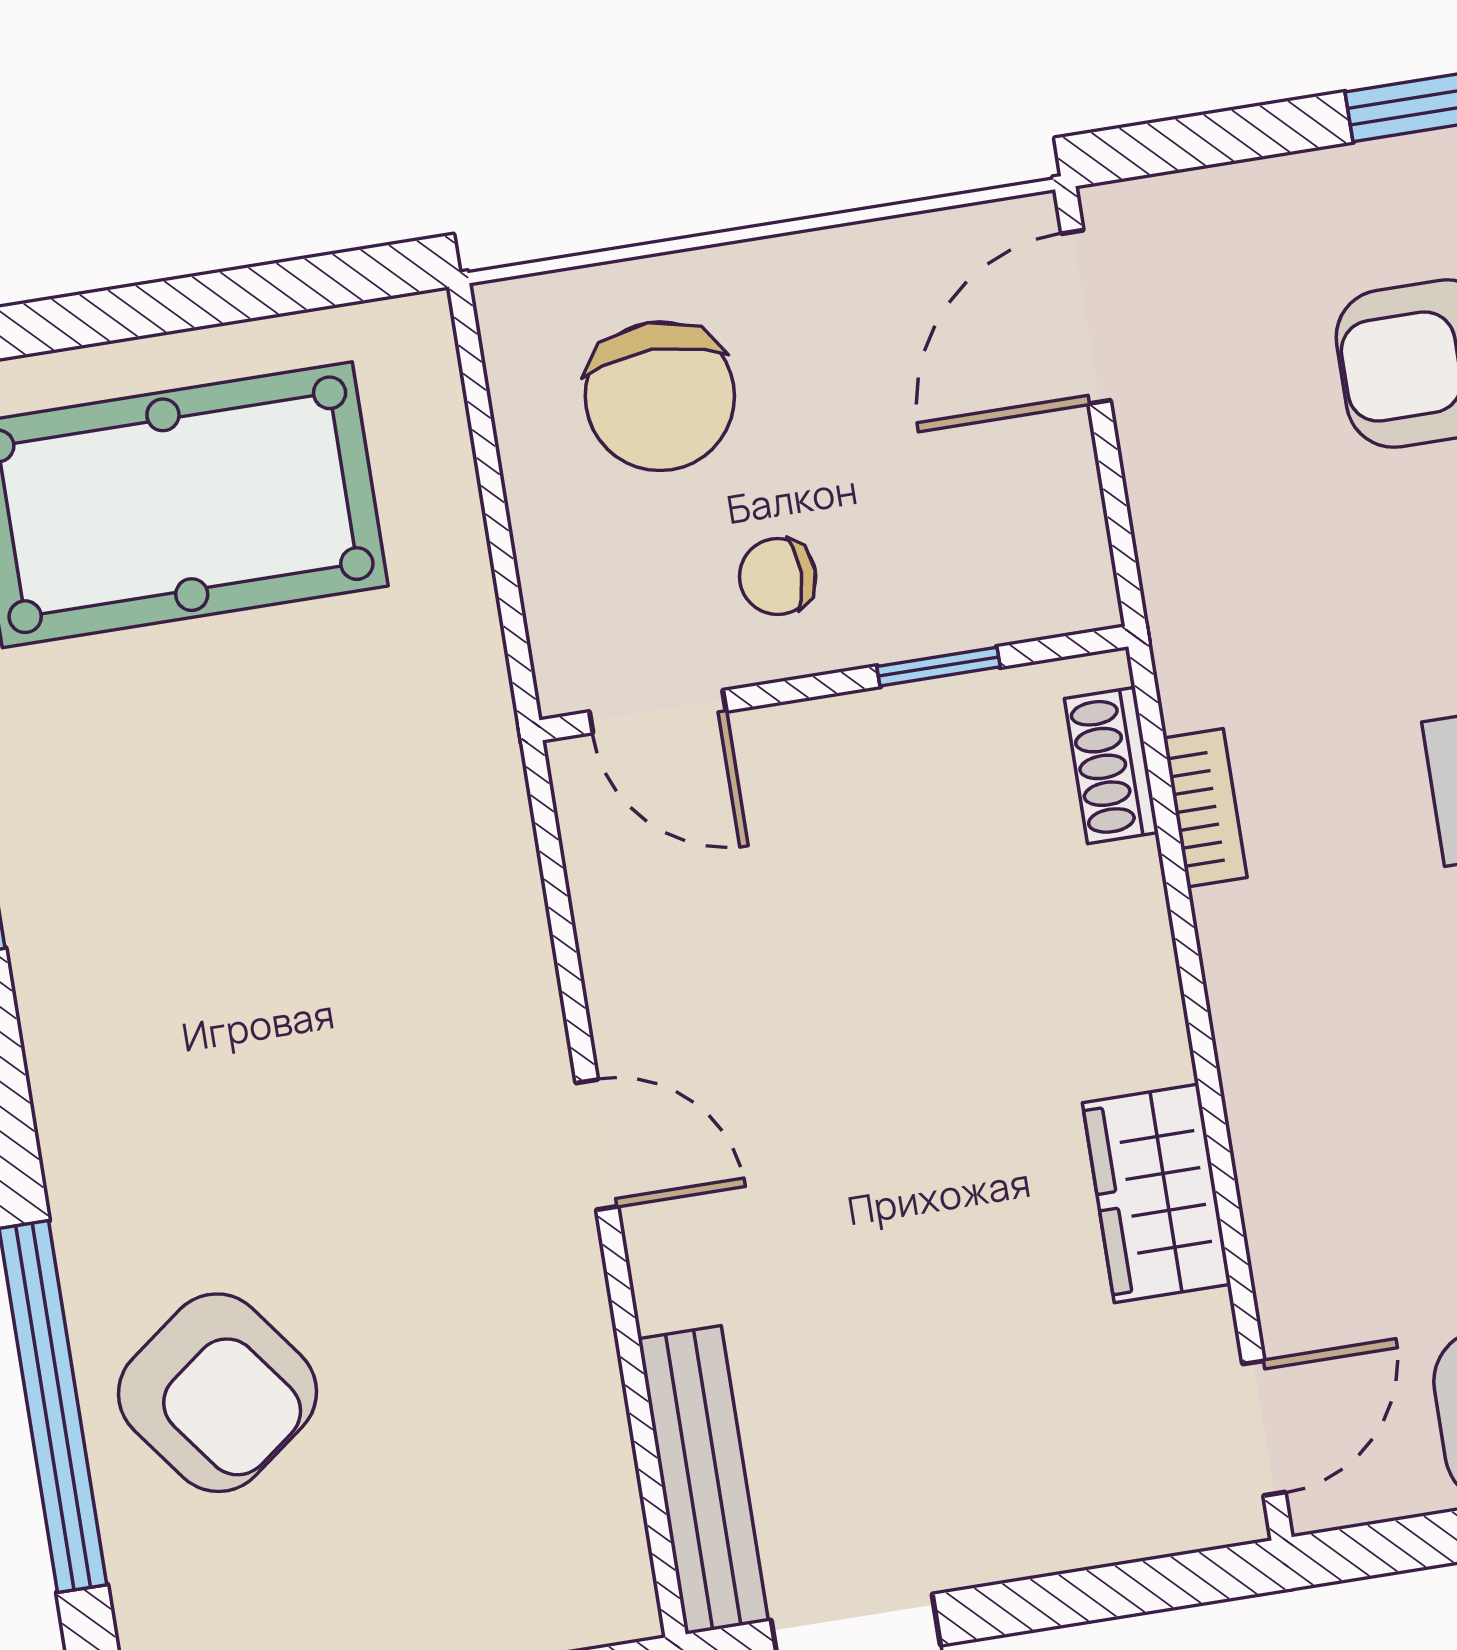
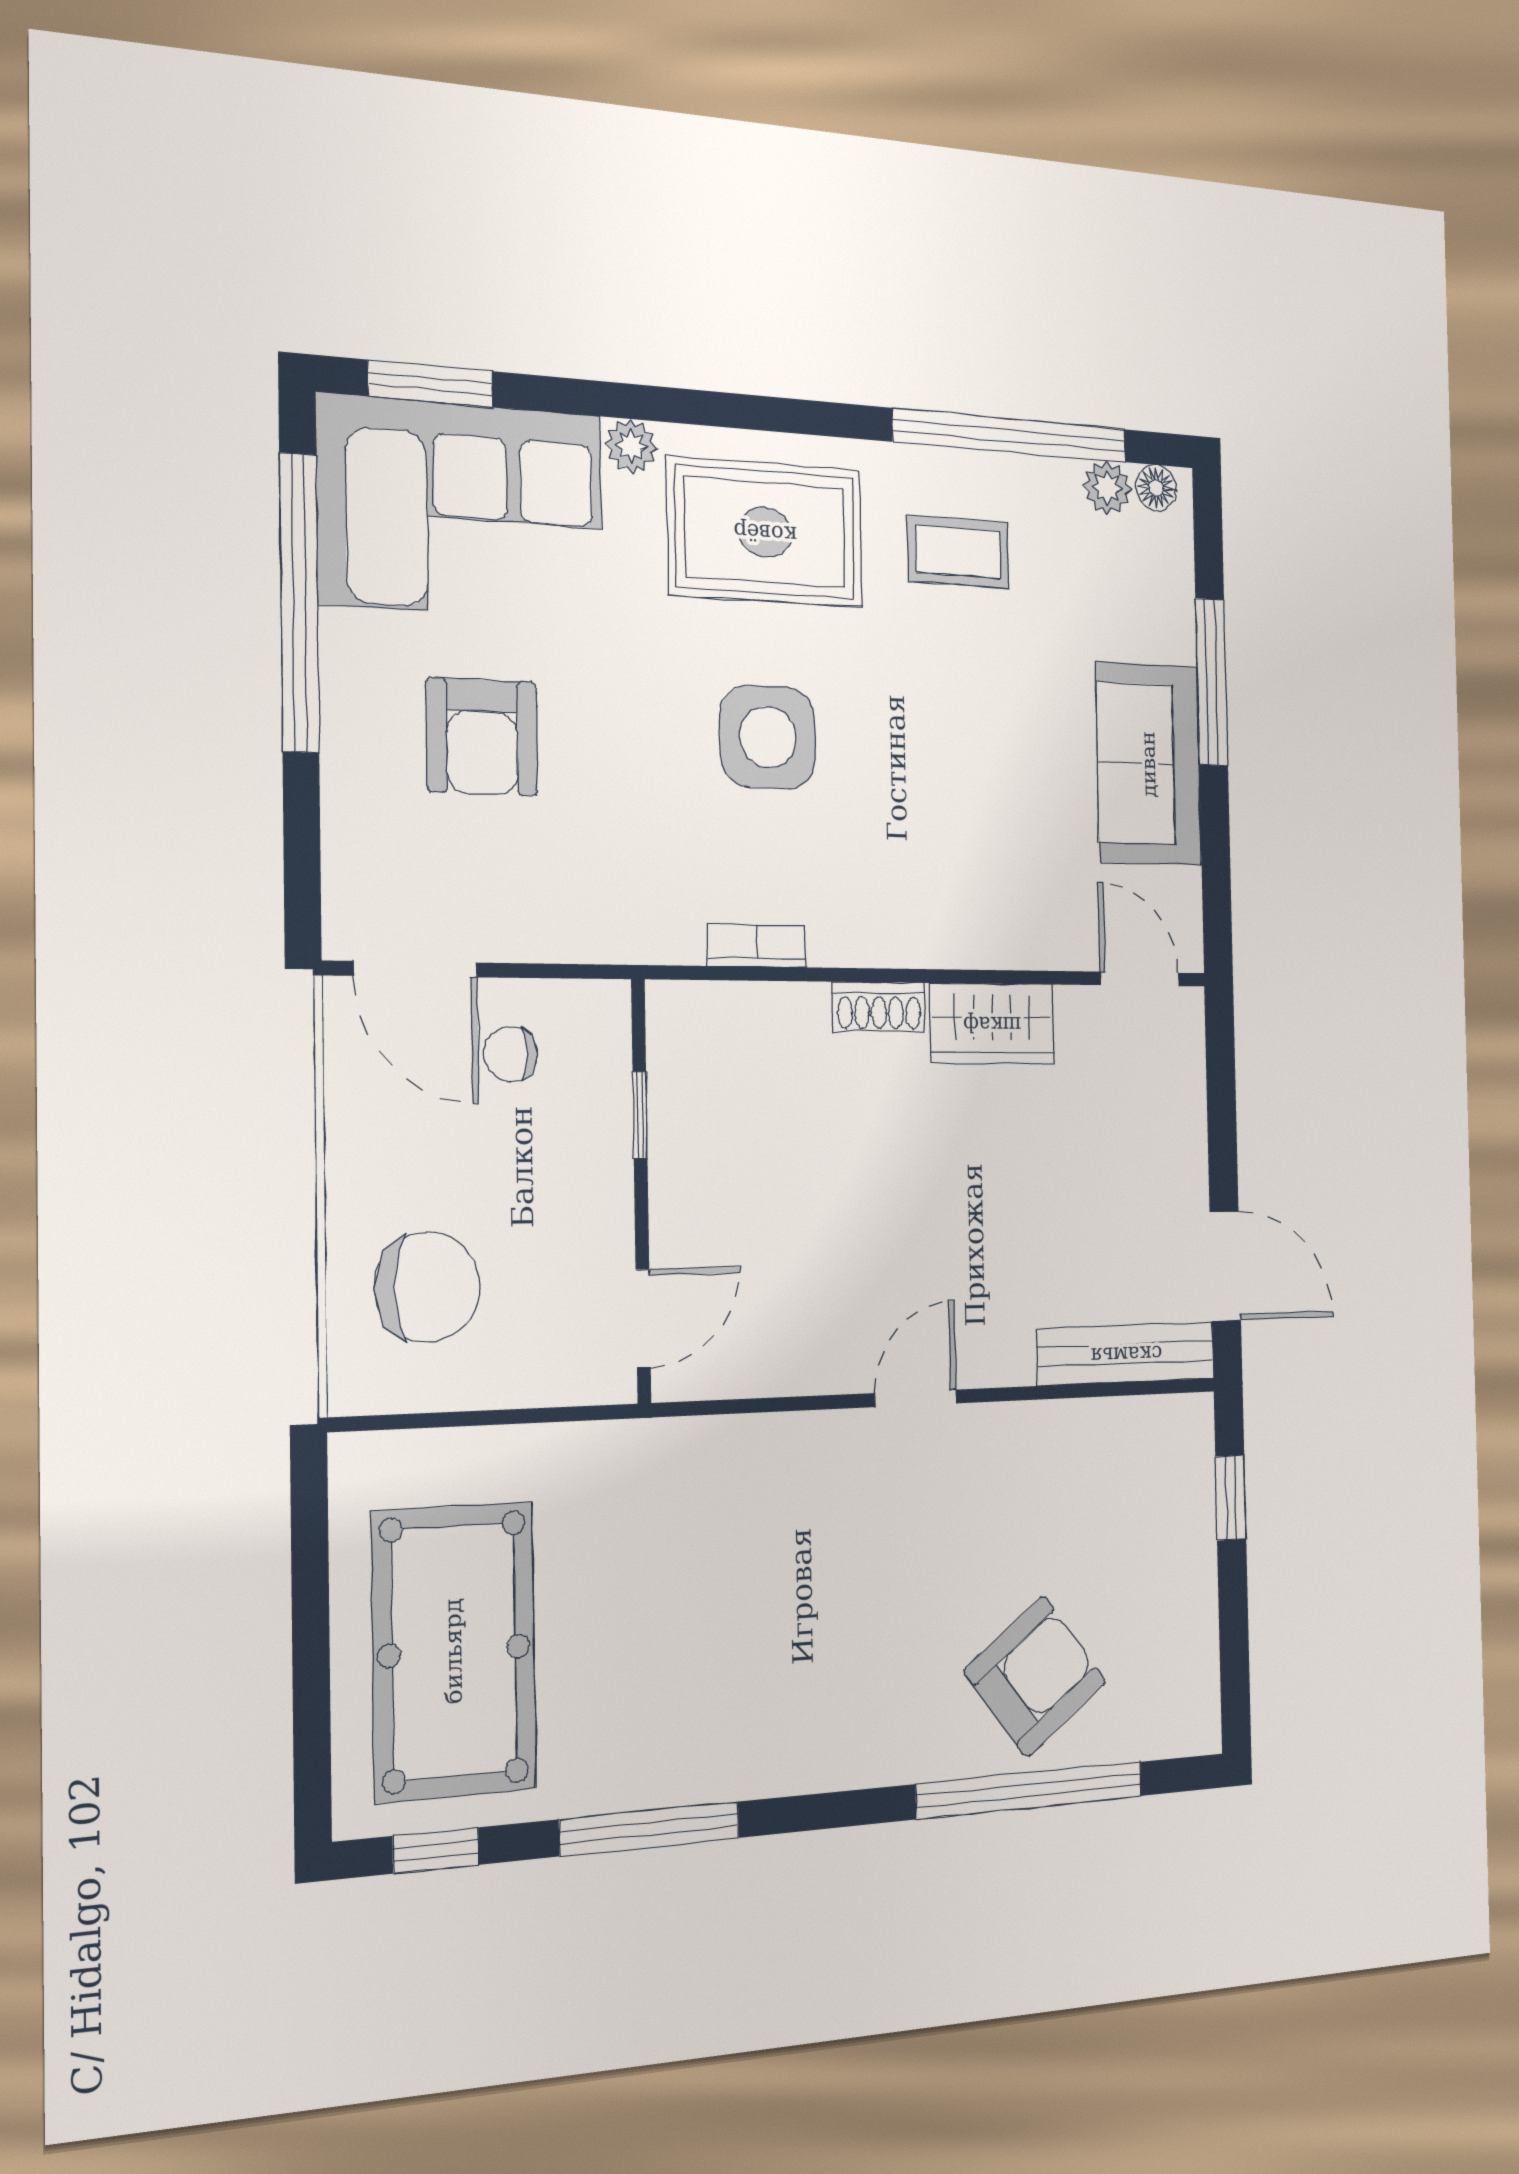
chair: (778, 576) -> (511, 1054), moved, turned 90
shoe rack: (1111, 766) -> (879, 1007), moved

